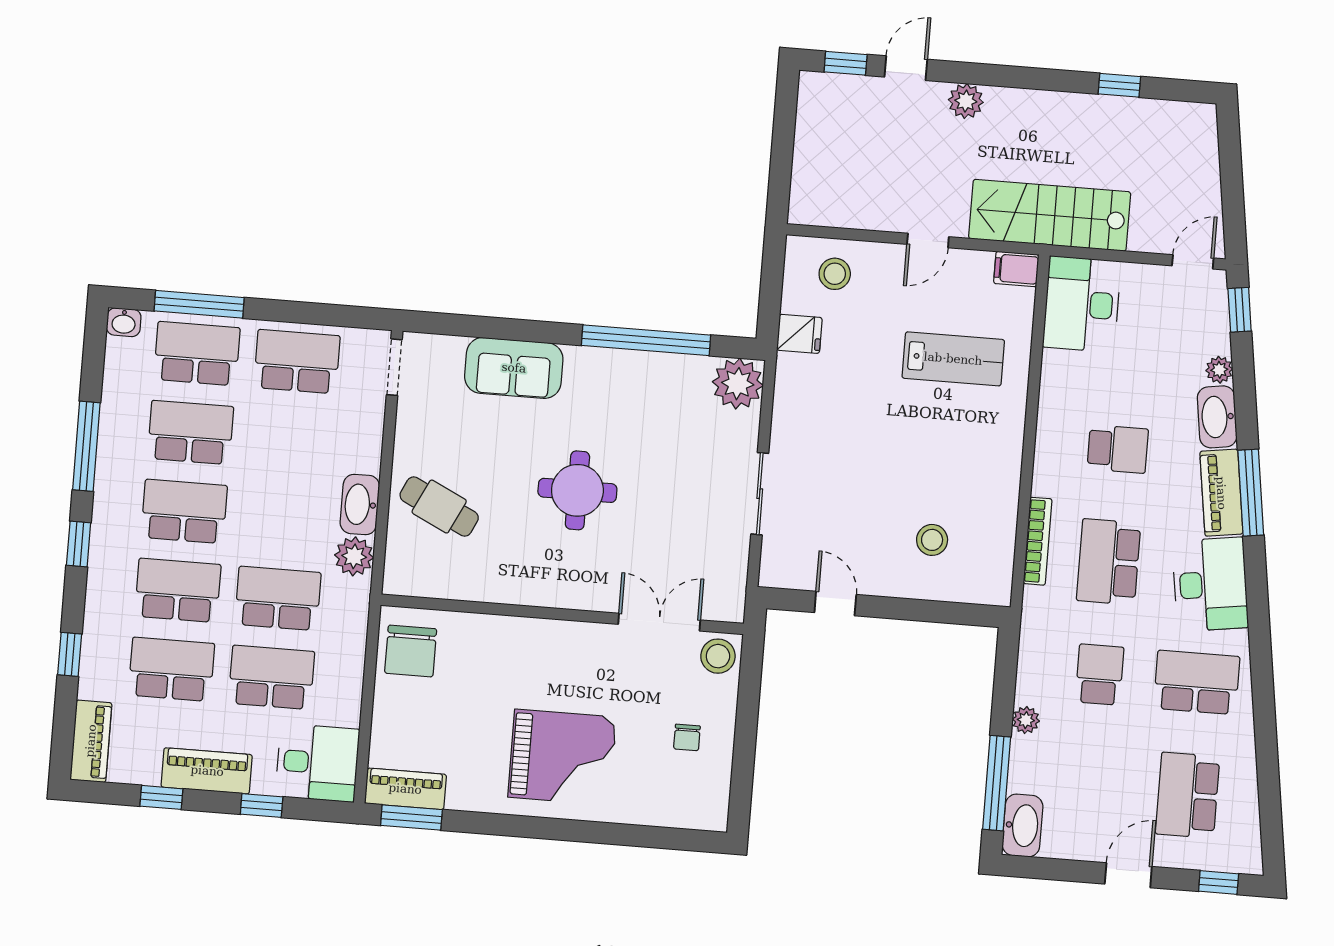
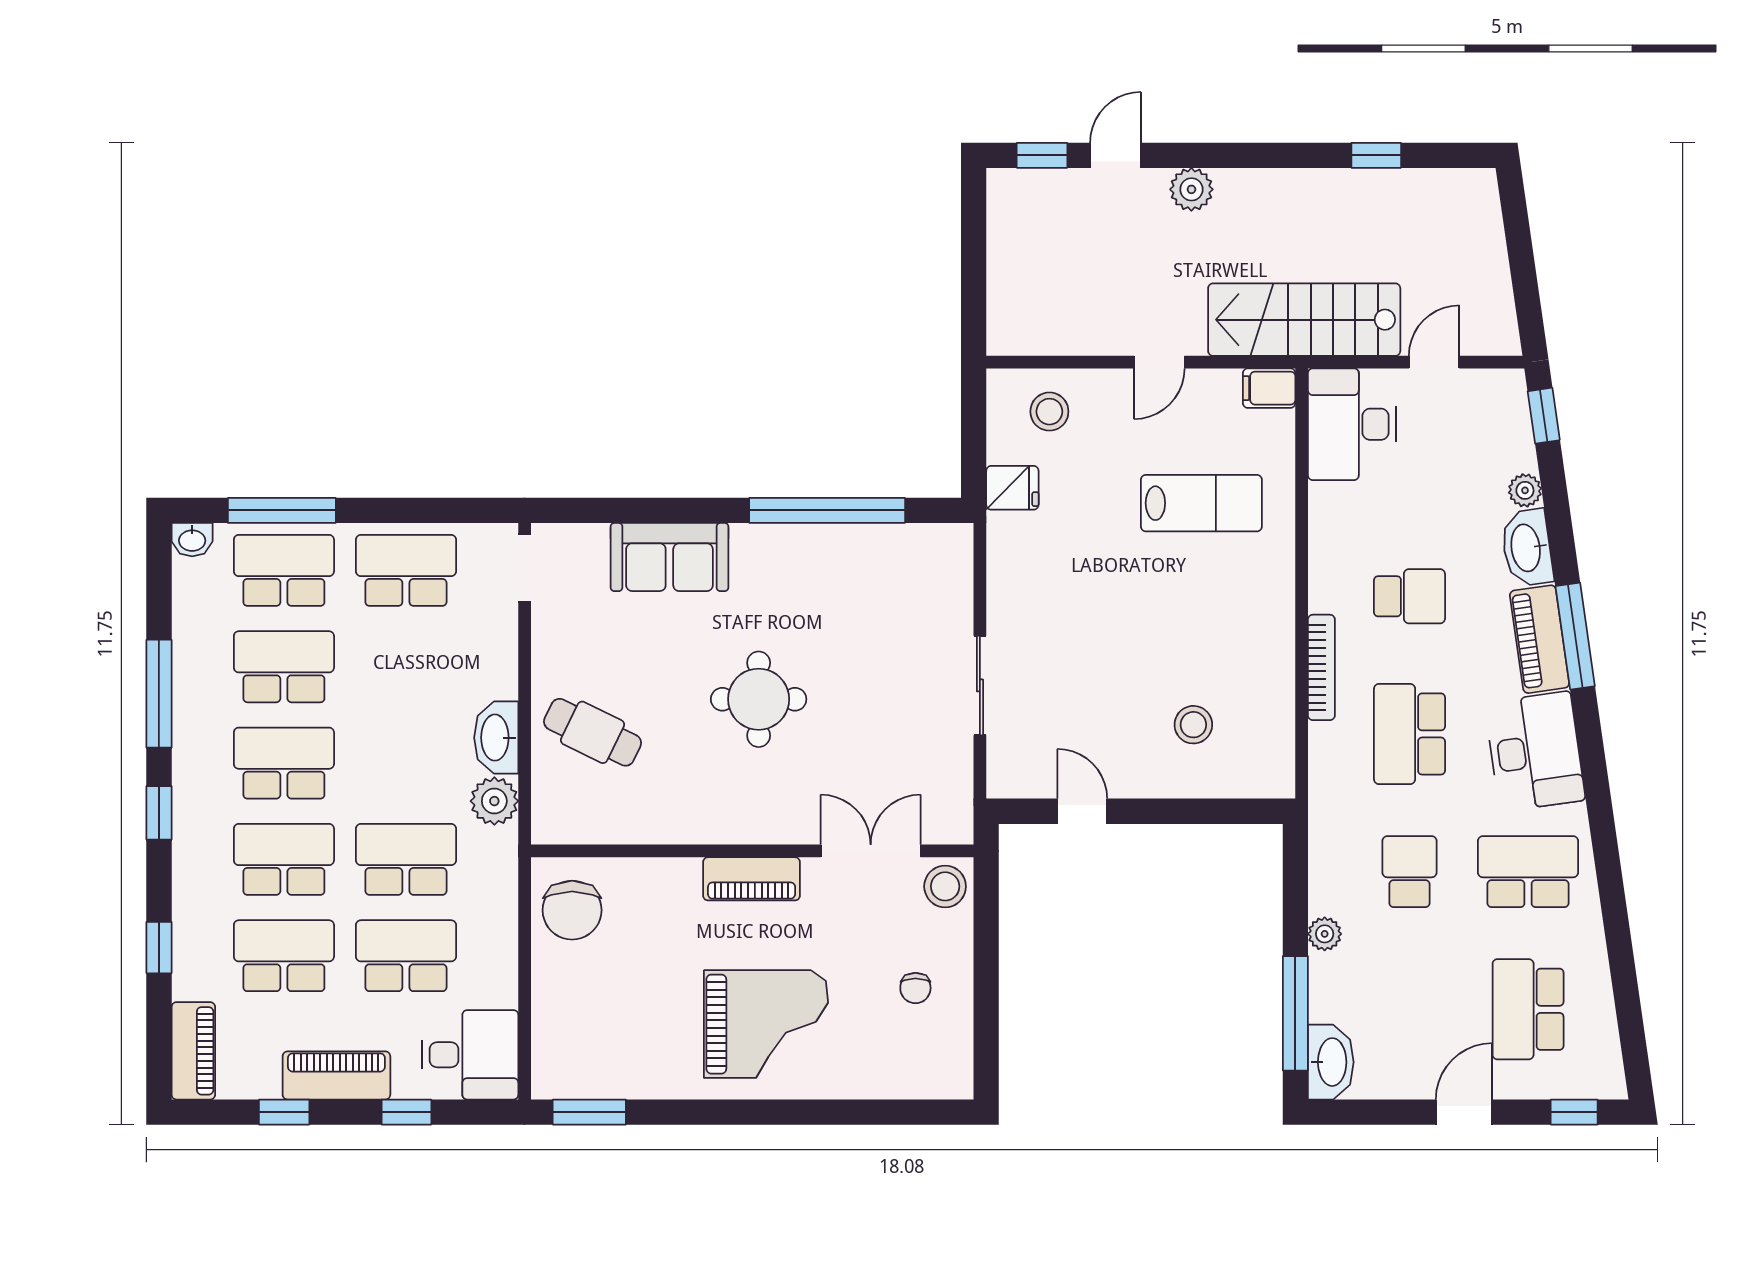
door: (1193, 262) -> (1434, 362), moved
plant: (738, 384) -> (942, 554), removed
bookcase: (1038, 541) -> (1321, 667), moved
piano: (405, 789) -> (752, 879), moved, turned 180

